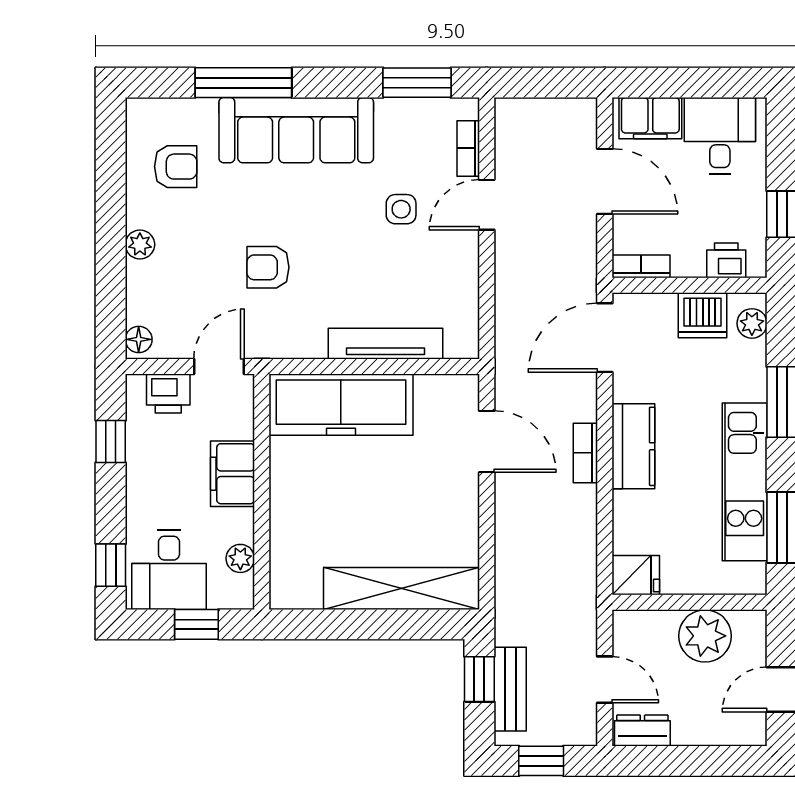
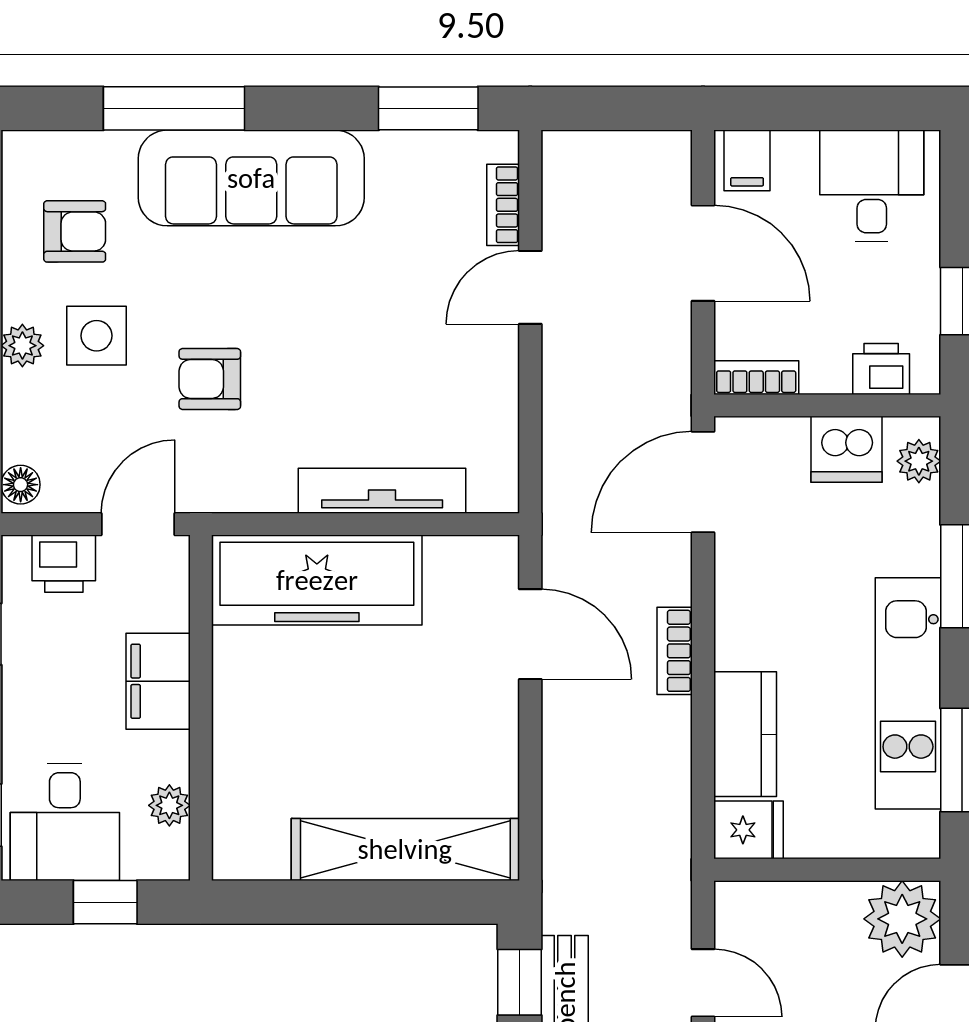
filing cabinet: (650, 118) -> (747, 160), width x0.50
side table: (401, 209) -> (97, 336), moved, width x1.37, depth x1.37
kitchen counter: (633, 446) -> (745, 734), moved
plant: (705, 636) -> (902, 919), moved

